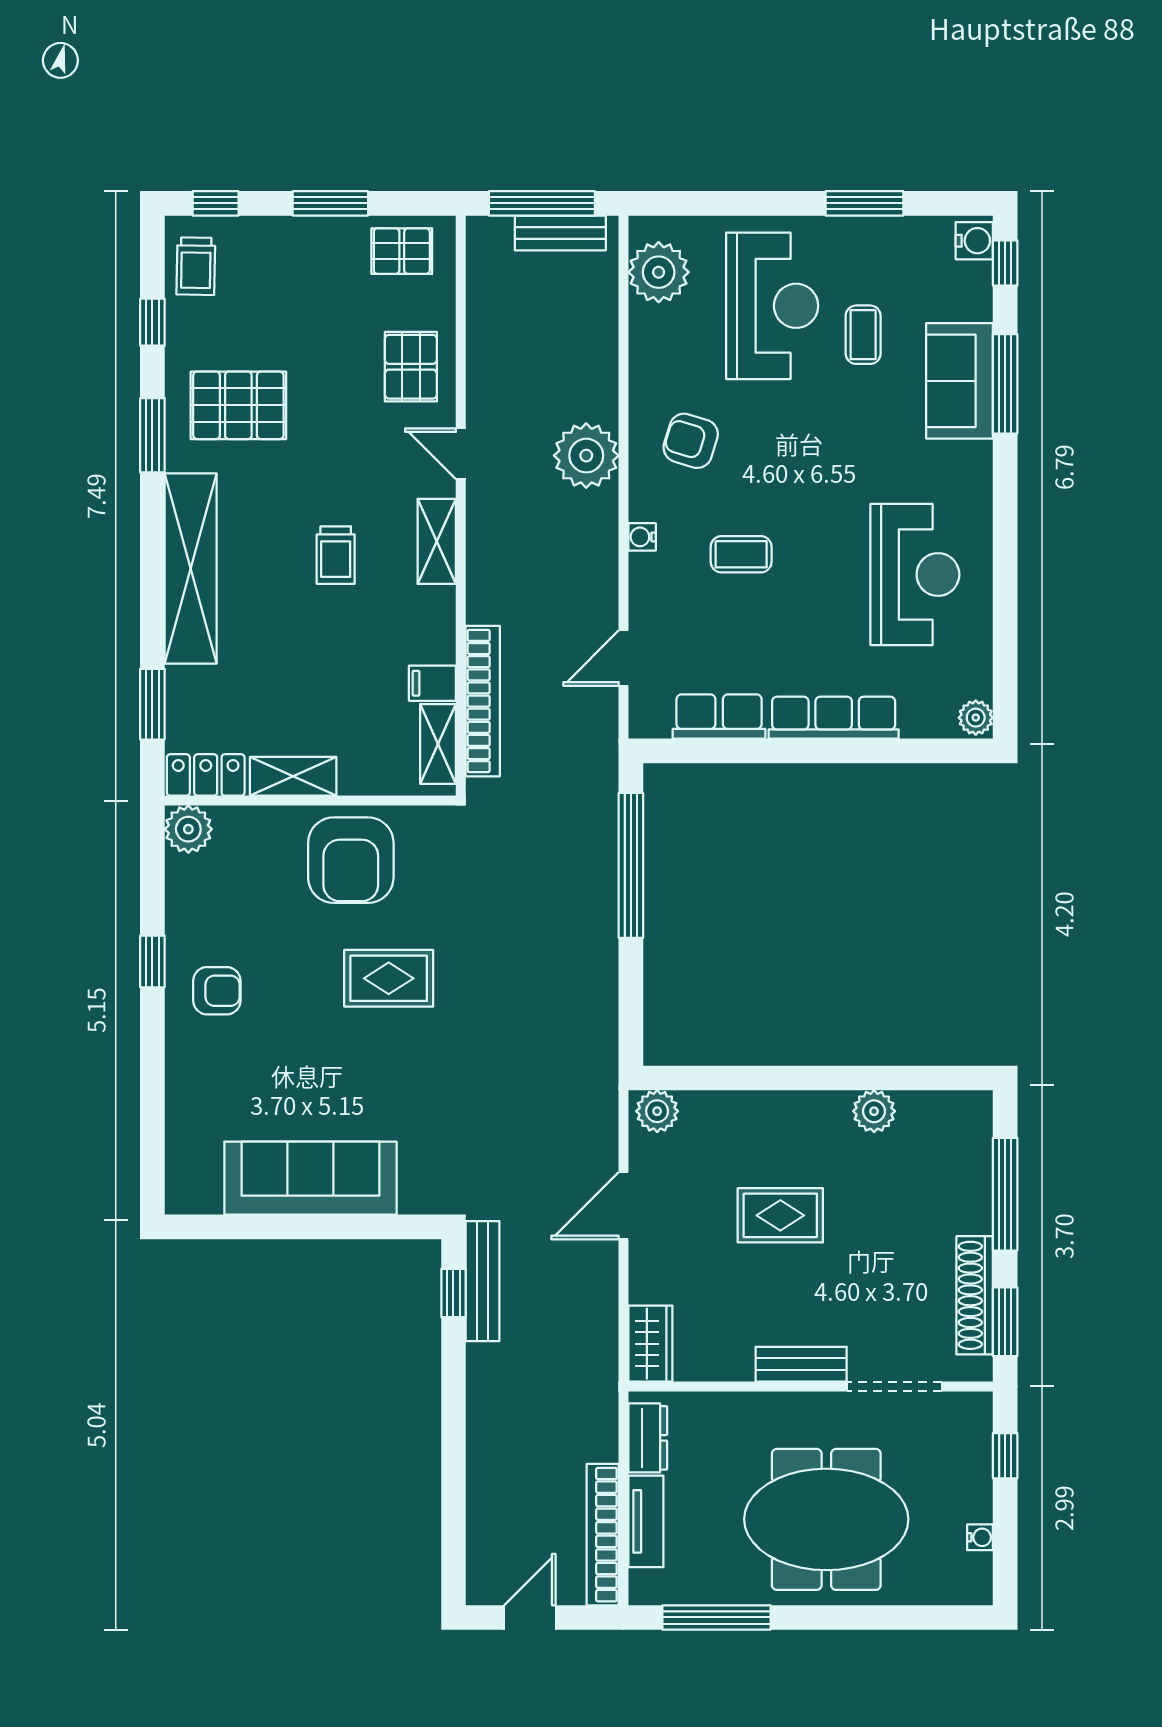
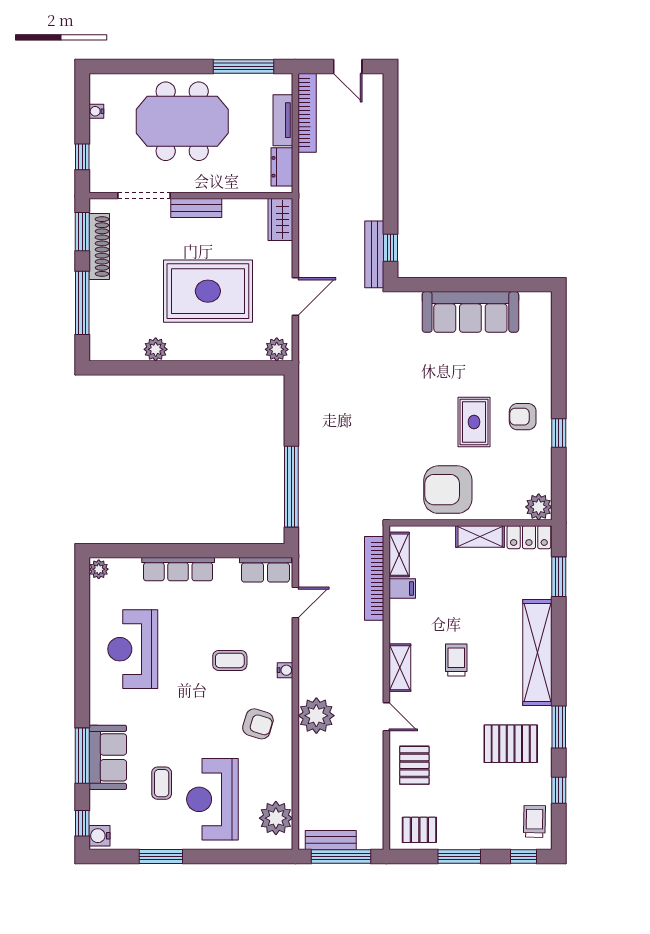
row of seats: (719, 717) -> (265, 570), moved
armchair: (351, 860) -> (448, 490), turned -90
rug: (389, 978) -> (474, 422), moved, turned 90
rug: (780, 1215) -> (208, 291), width x1.86, depth x2.06
door: (530, 1617) -> (348, 66), hinge flipped

